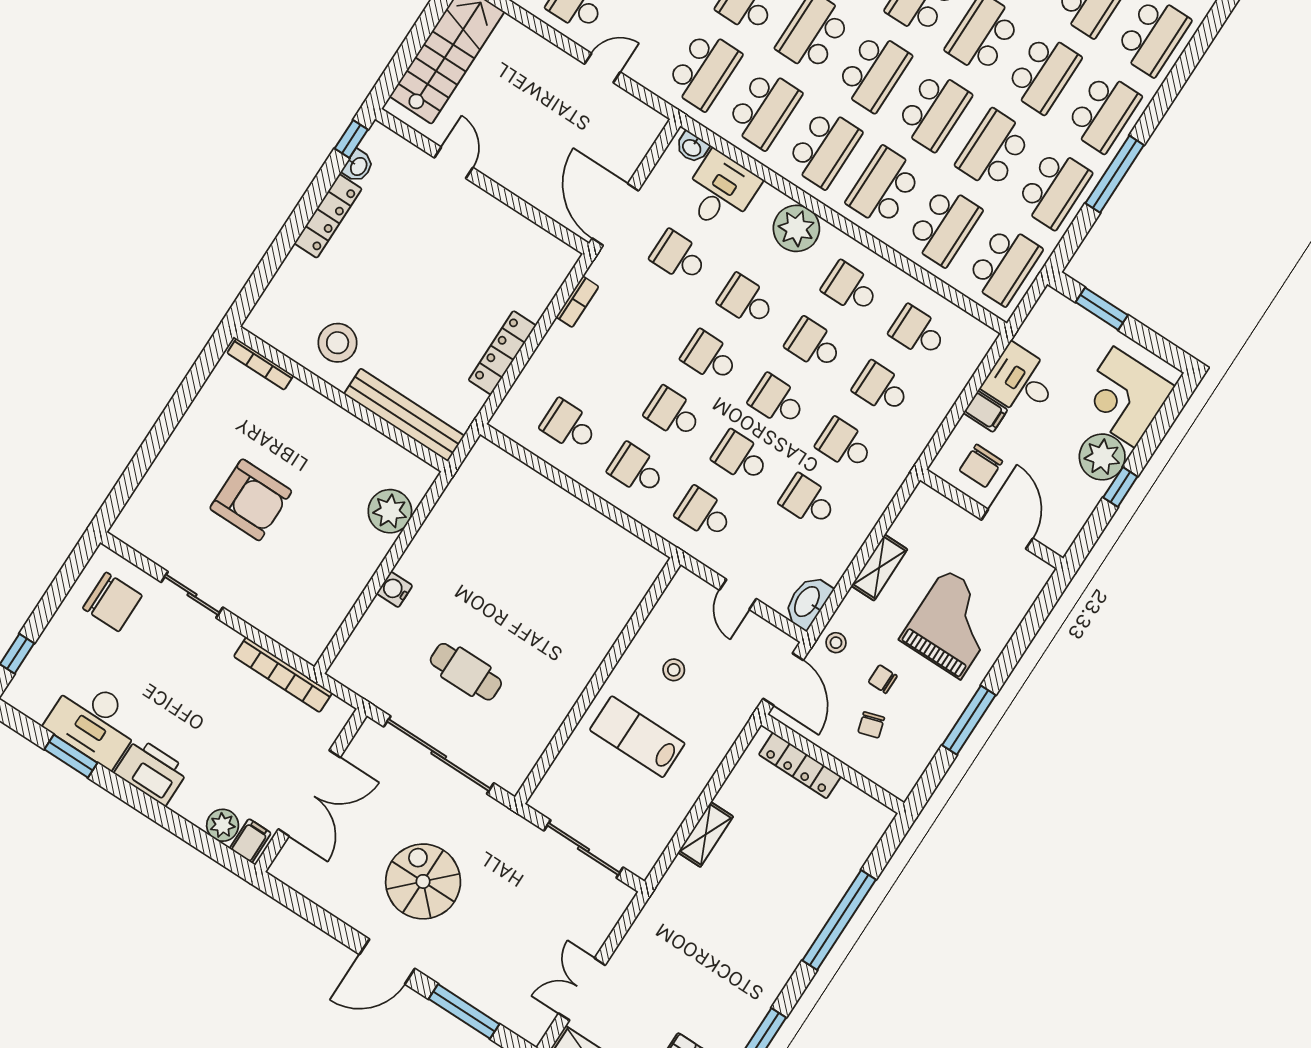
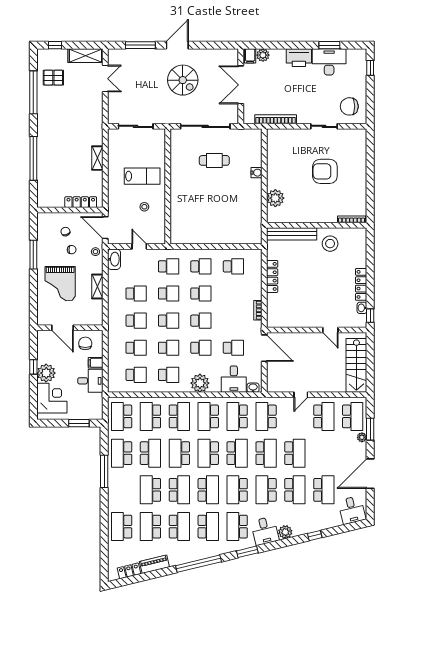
school desk: (1103, 112) -> (122, 490), removed

